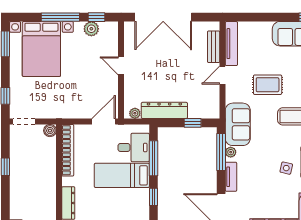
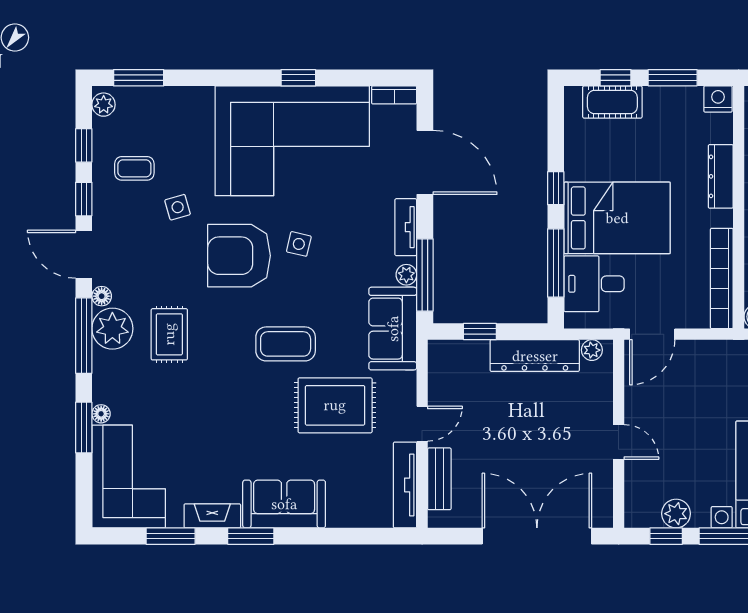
rug: (268, 85) -> (335, 405), width x1.36, depth x1.43
bed: (122, 175) -> (617, 218), width x1.50

